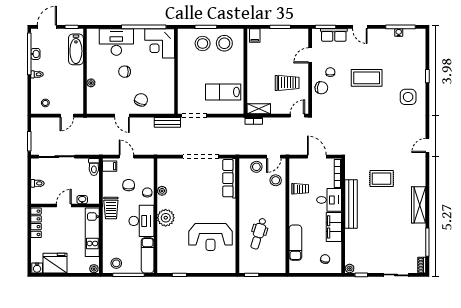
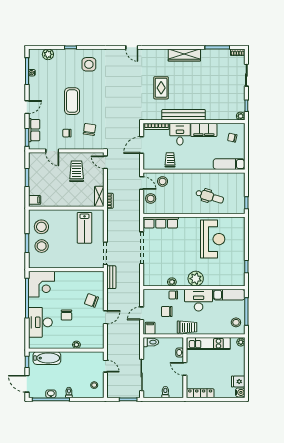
plant: (419, 51) -> (48, 54), added
chair: (321, 88) -> (89, 129), moved
exam couch: (295, 243) -> (229, 164), moved
fridge: (55, 263) -> (238, 381), width x0.53, depth x0.75

